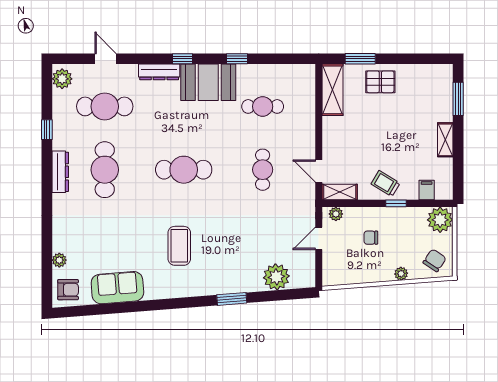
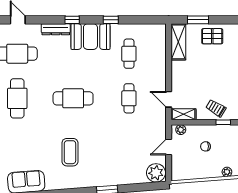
cafe table: (263, 106) -> (129, 54), turned 90
plant: (276, 277) -> (156, 173), moved

